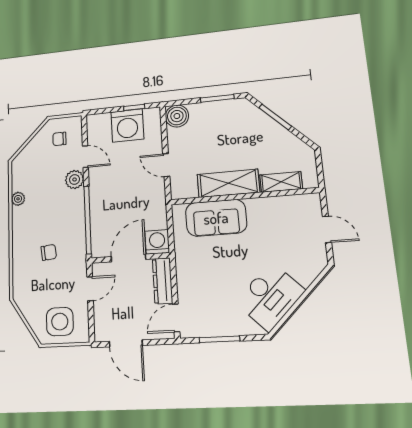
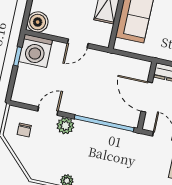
washing machine: (127, 126) -> (35, 51), moved, turned 90
washing machine: (157, 242) -> (140, 69), removed
chair: (49, 252) -> (122, 164), removed

